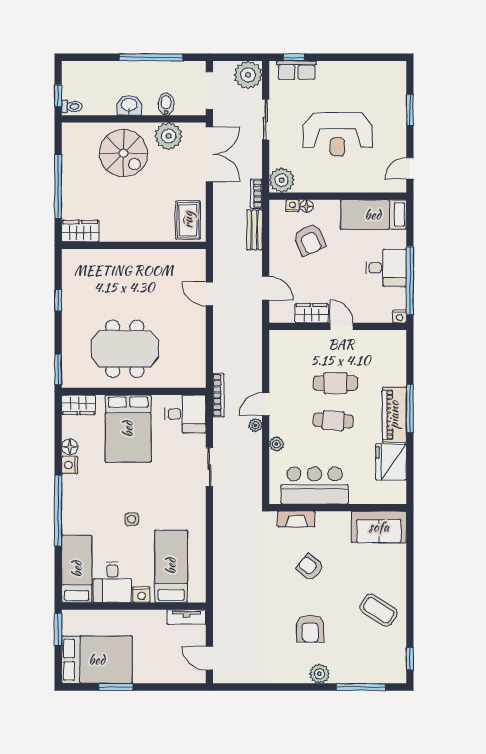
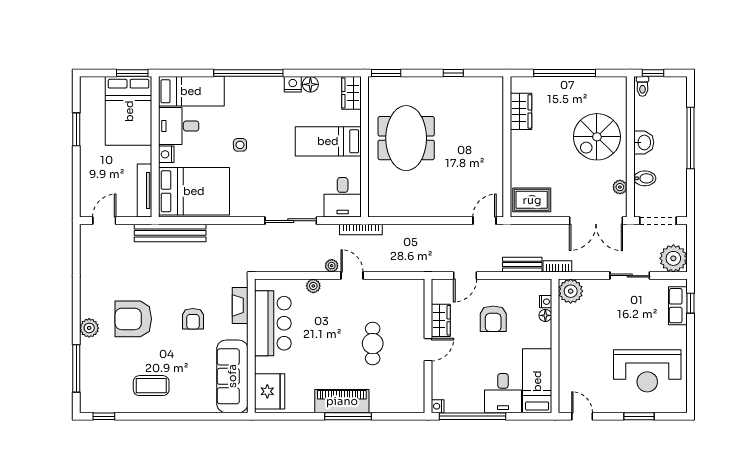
window: (151, 57) -> (690, 138), moved
reception desk: (338, 134) -> (647, 371), moved, turned -90
plant: (169, 136) -> (620, 187), width x0.53, depth x0.53
wardrobe: (80, 231) -> (521, 111), moved
armchair: (309, 240) -> (493, 319), moved, turned -66
desk: (386, 268) -> (503, 393), moved
door: (209, 294) -> (484, 221), moved
cafe table: (333, 421) -> (336, 341), removed
bed: (128, 429) -> (328, 141), width x0.67
fridge: (391, 462) -> (270, 391), moved, turned 90
sliding door: (209, 467) -> (291, 221), width x1.37
sofa: (379, 527) -> (232, 376), width x1.36
bed: (171, 566) -> (194, 191), width x1.50
armchair: (310, 567) -> (193, 319), turned 142
bench: (222, 591) -> (170, 233), added
coffee table: (378, 610) -> (151, 386), turned 57
tv unit: (186, 617) -> (145, 191), width x1.41
armchair: (310, 629) -> (133, 319), width x1.36, depth x1.36
bed: (97, 660) -> (129, 111), moved

